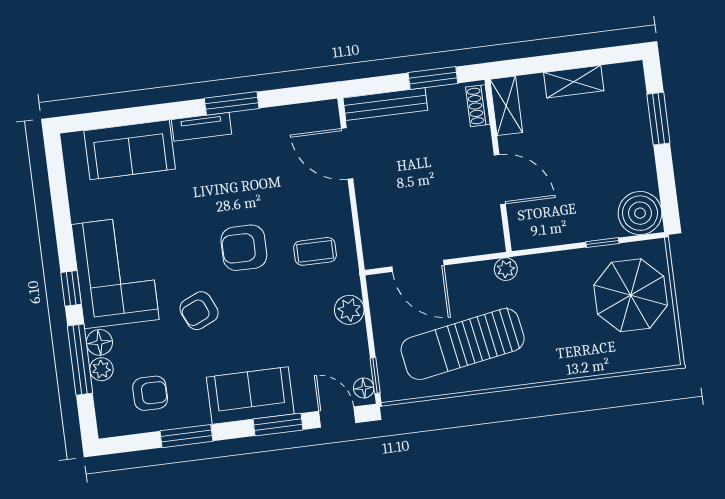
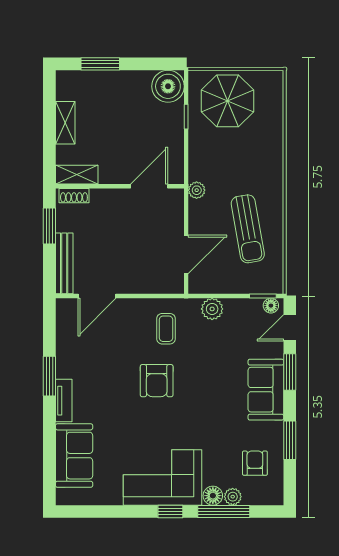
door: (500, 180) -> (149, 186), moved
armchair: (199, 311) -> (199, 419), removed
sun lounger: (463, 344) -> (248, 229), width x0.73, depth x0.75

